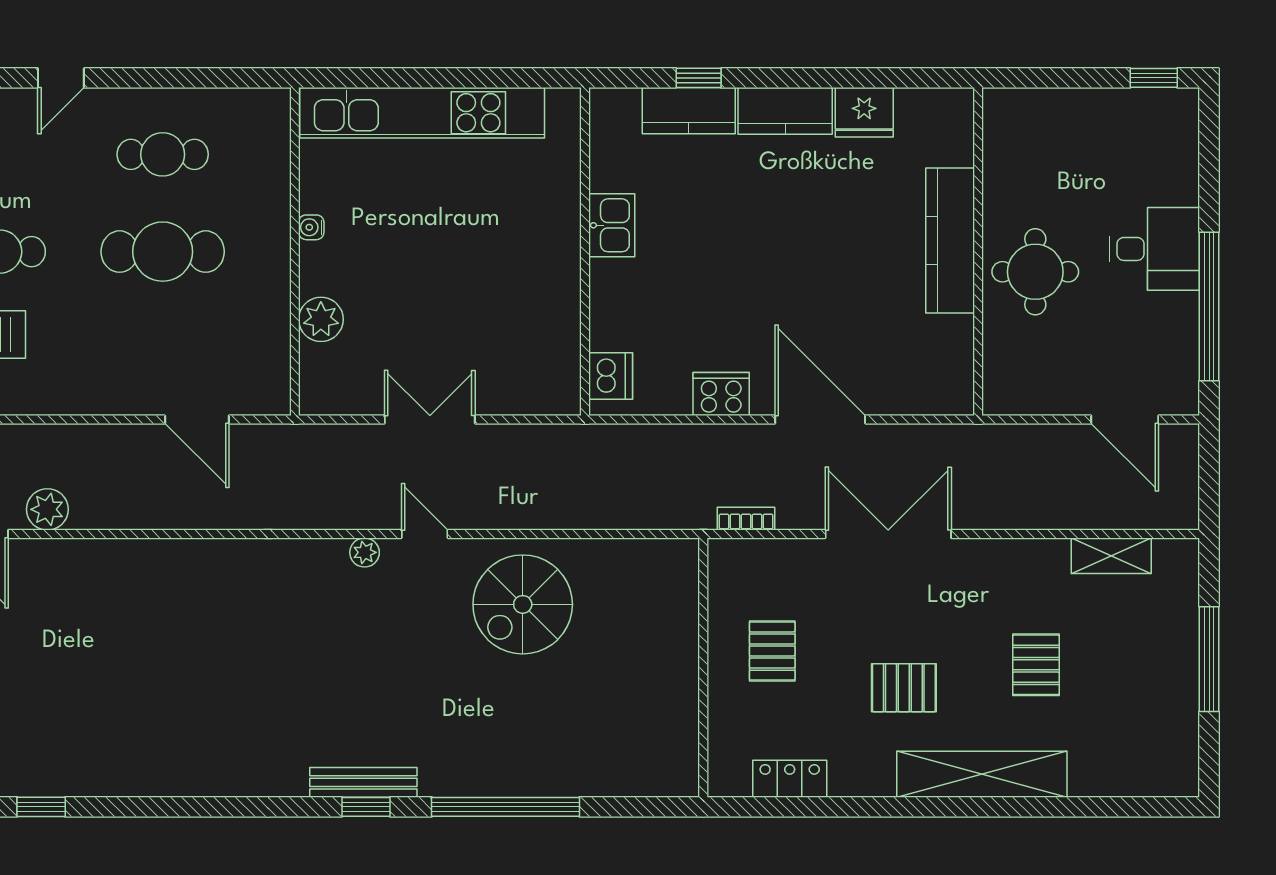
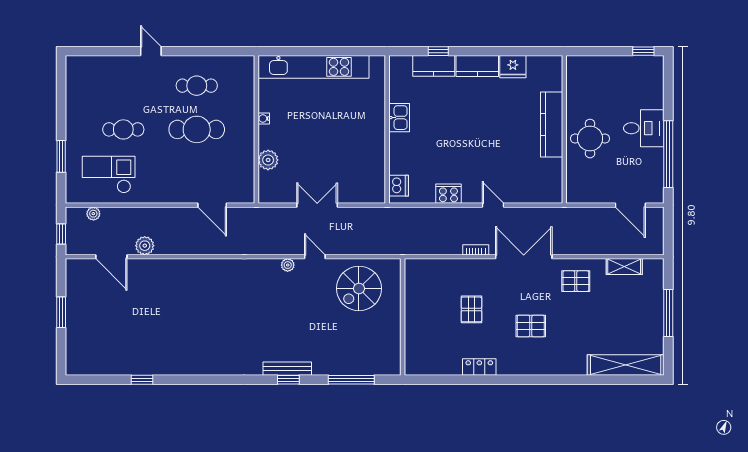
door: (61, 78) -> (151, 51), swing flipped
door: (820, 420) -> (493, 205), width x0.53
bookcase: (746, 519) -> (476, 250), moved
pallet: (1036, 665) -> (576, 281), moved, turned 90
wall: (703, 668) -> (403, 317), moved
shelving: (982, 774) -> (626, 365), moved
window: (506, 807) -> (351, 380), width x0.68

